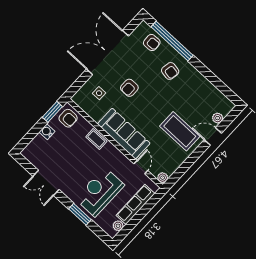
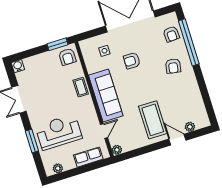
water cooler: (47, 132) -> (18, 66), moved
row of seats: (135, 204) -> (88, 157), width x0.68

